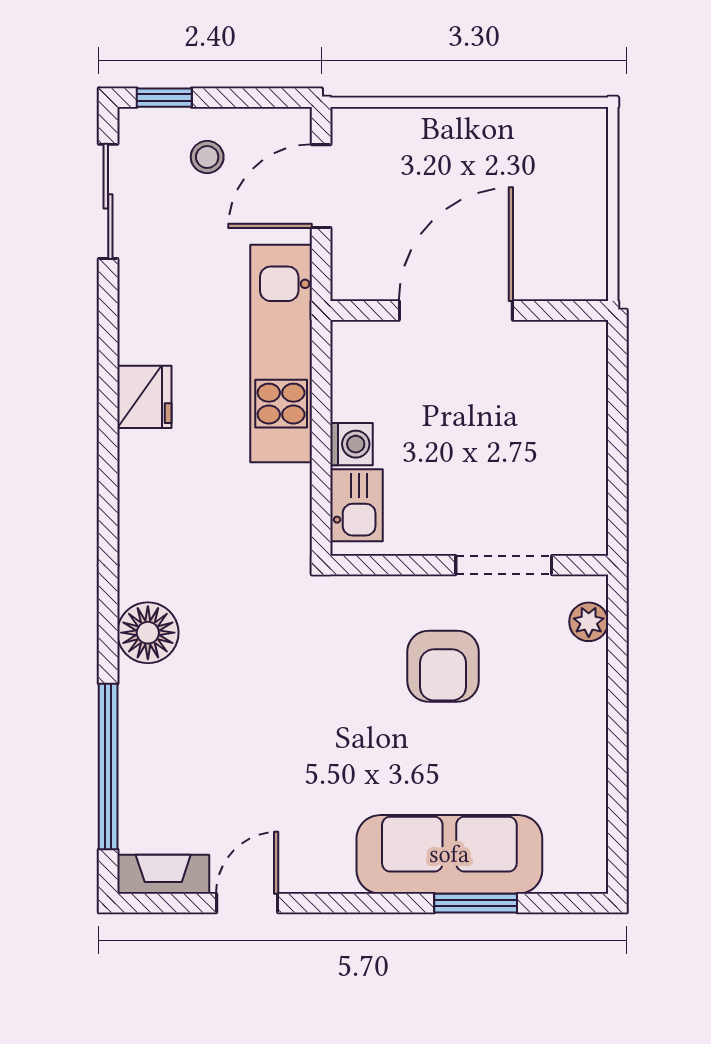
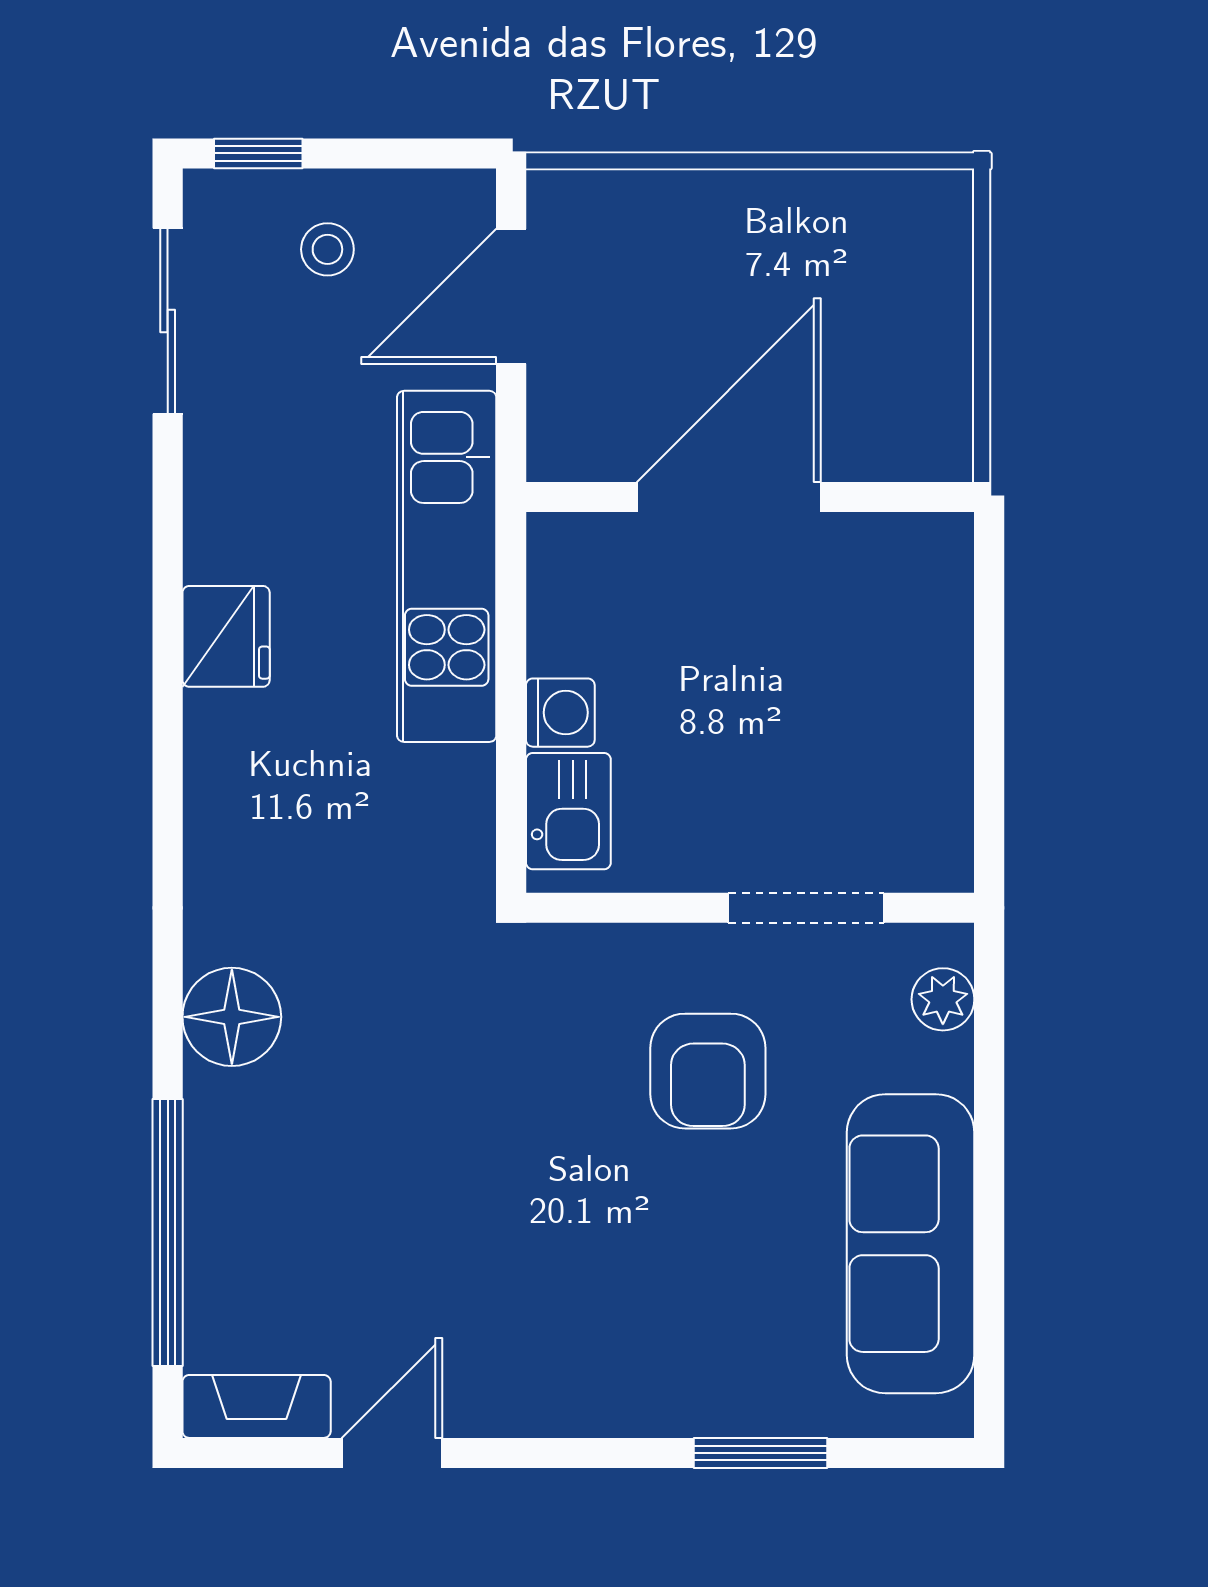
sofa: (449, 854) -> (911, 1244), moved, turned -90

